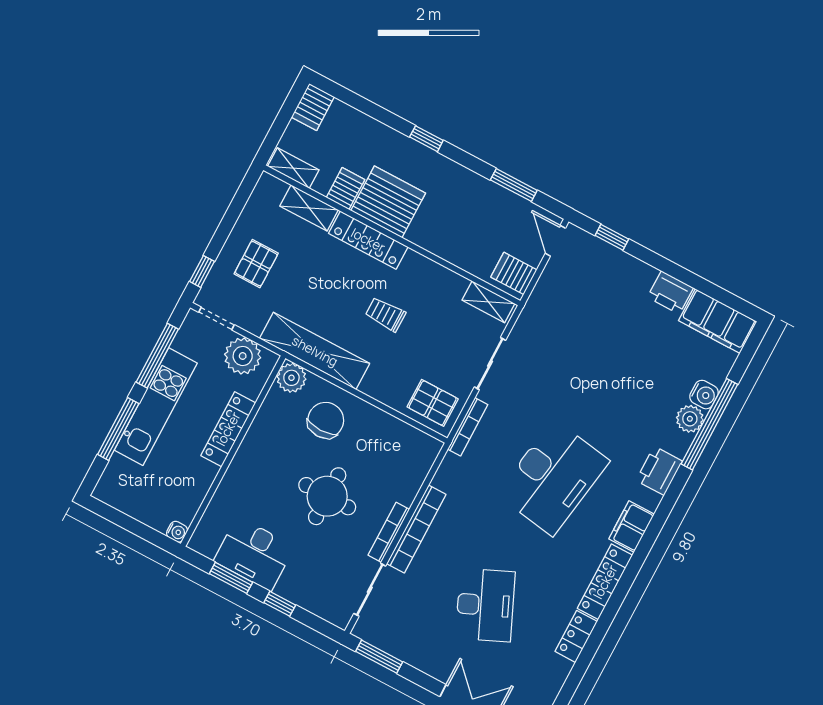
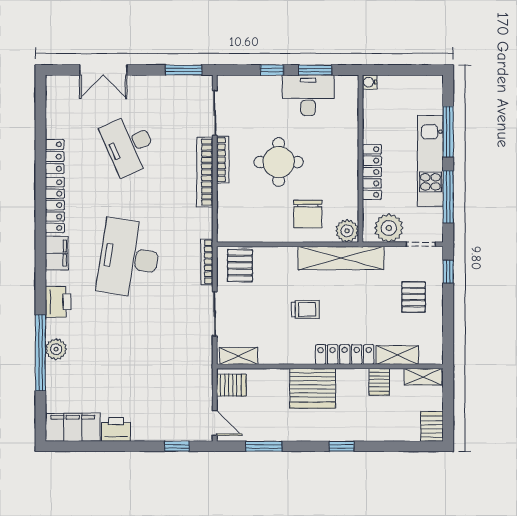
server rack: (388, 202) -> (313, 388), moved
water cooler: (704, 395) -> (55, 371), removed
pallet: (433, 403) -> (240, 265), turned 90

